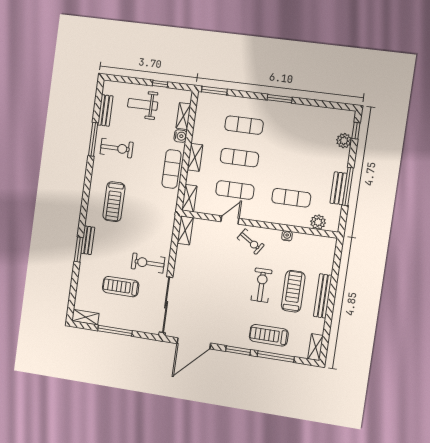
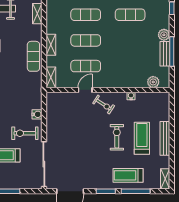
water cooler: (180, 136) -> (37, 114), moved
plant: (344, 141) -> (164, 35), moved
exercise mat: (291, 198) -> (130, 15), moved
shelving: (185, 230) -> (51, 103), removed

